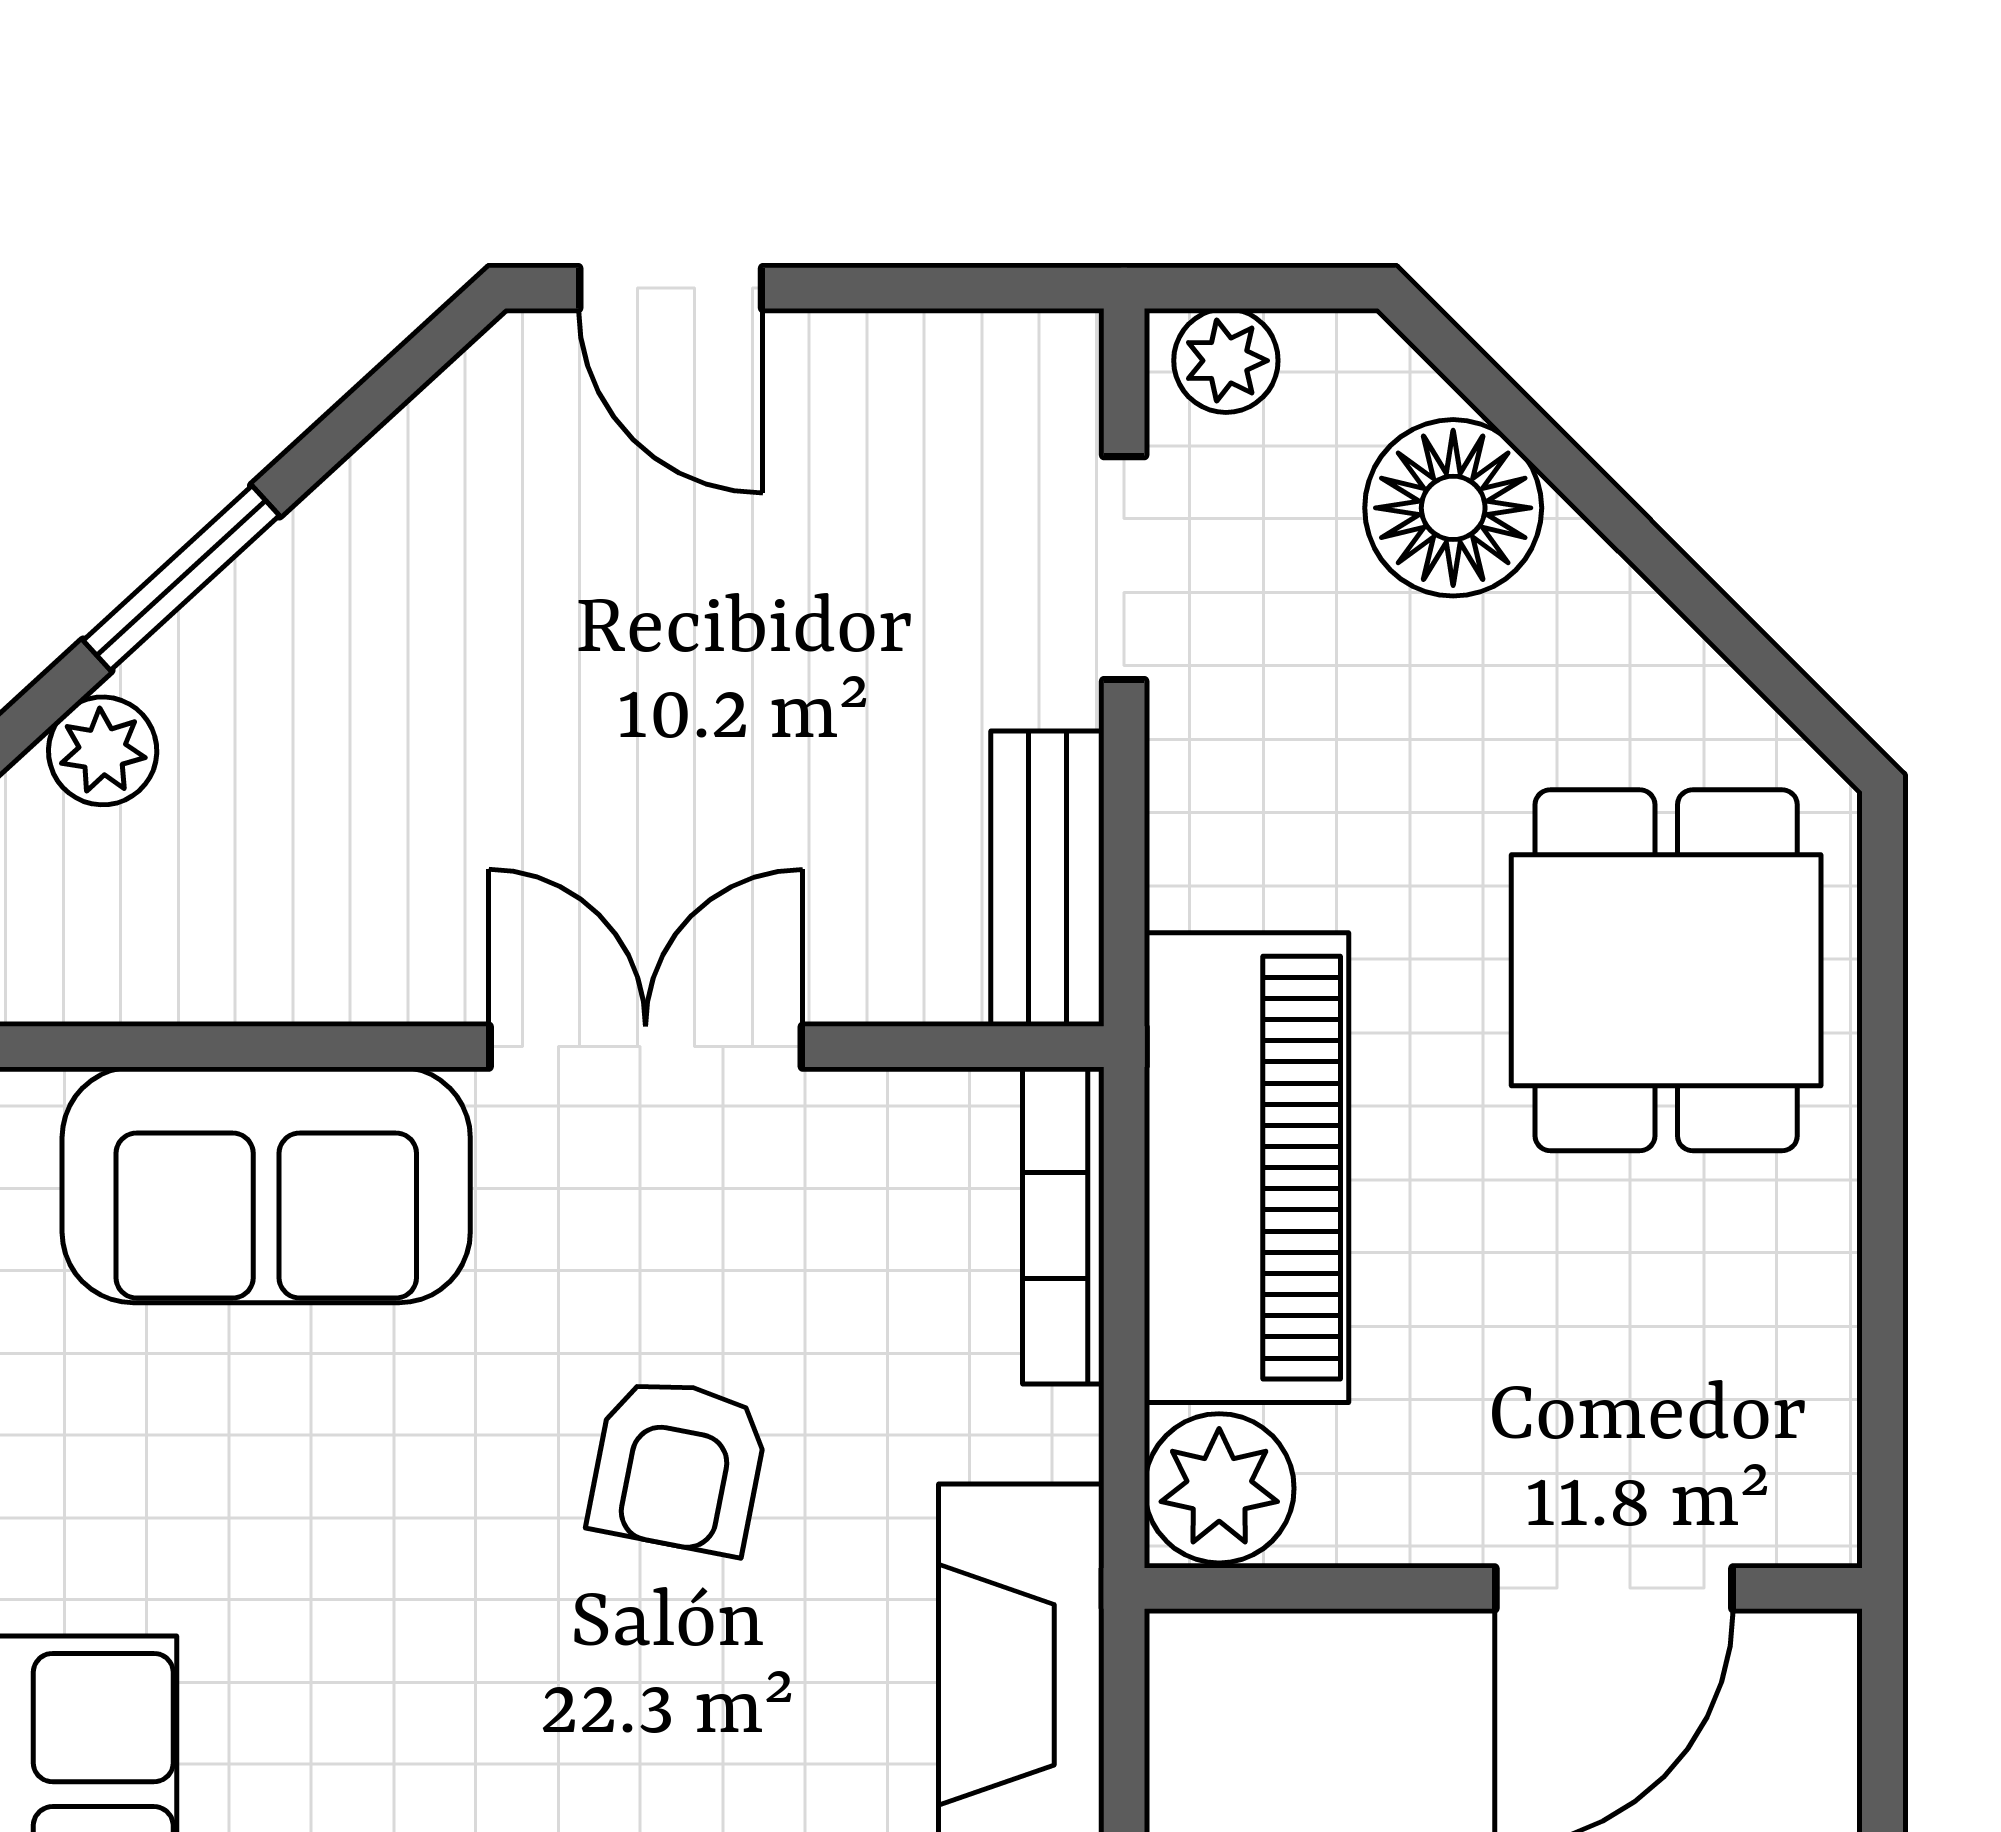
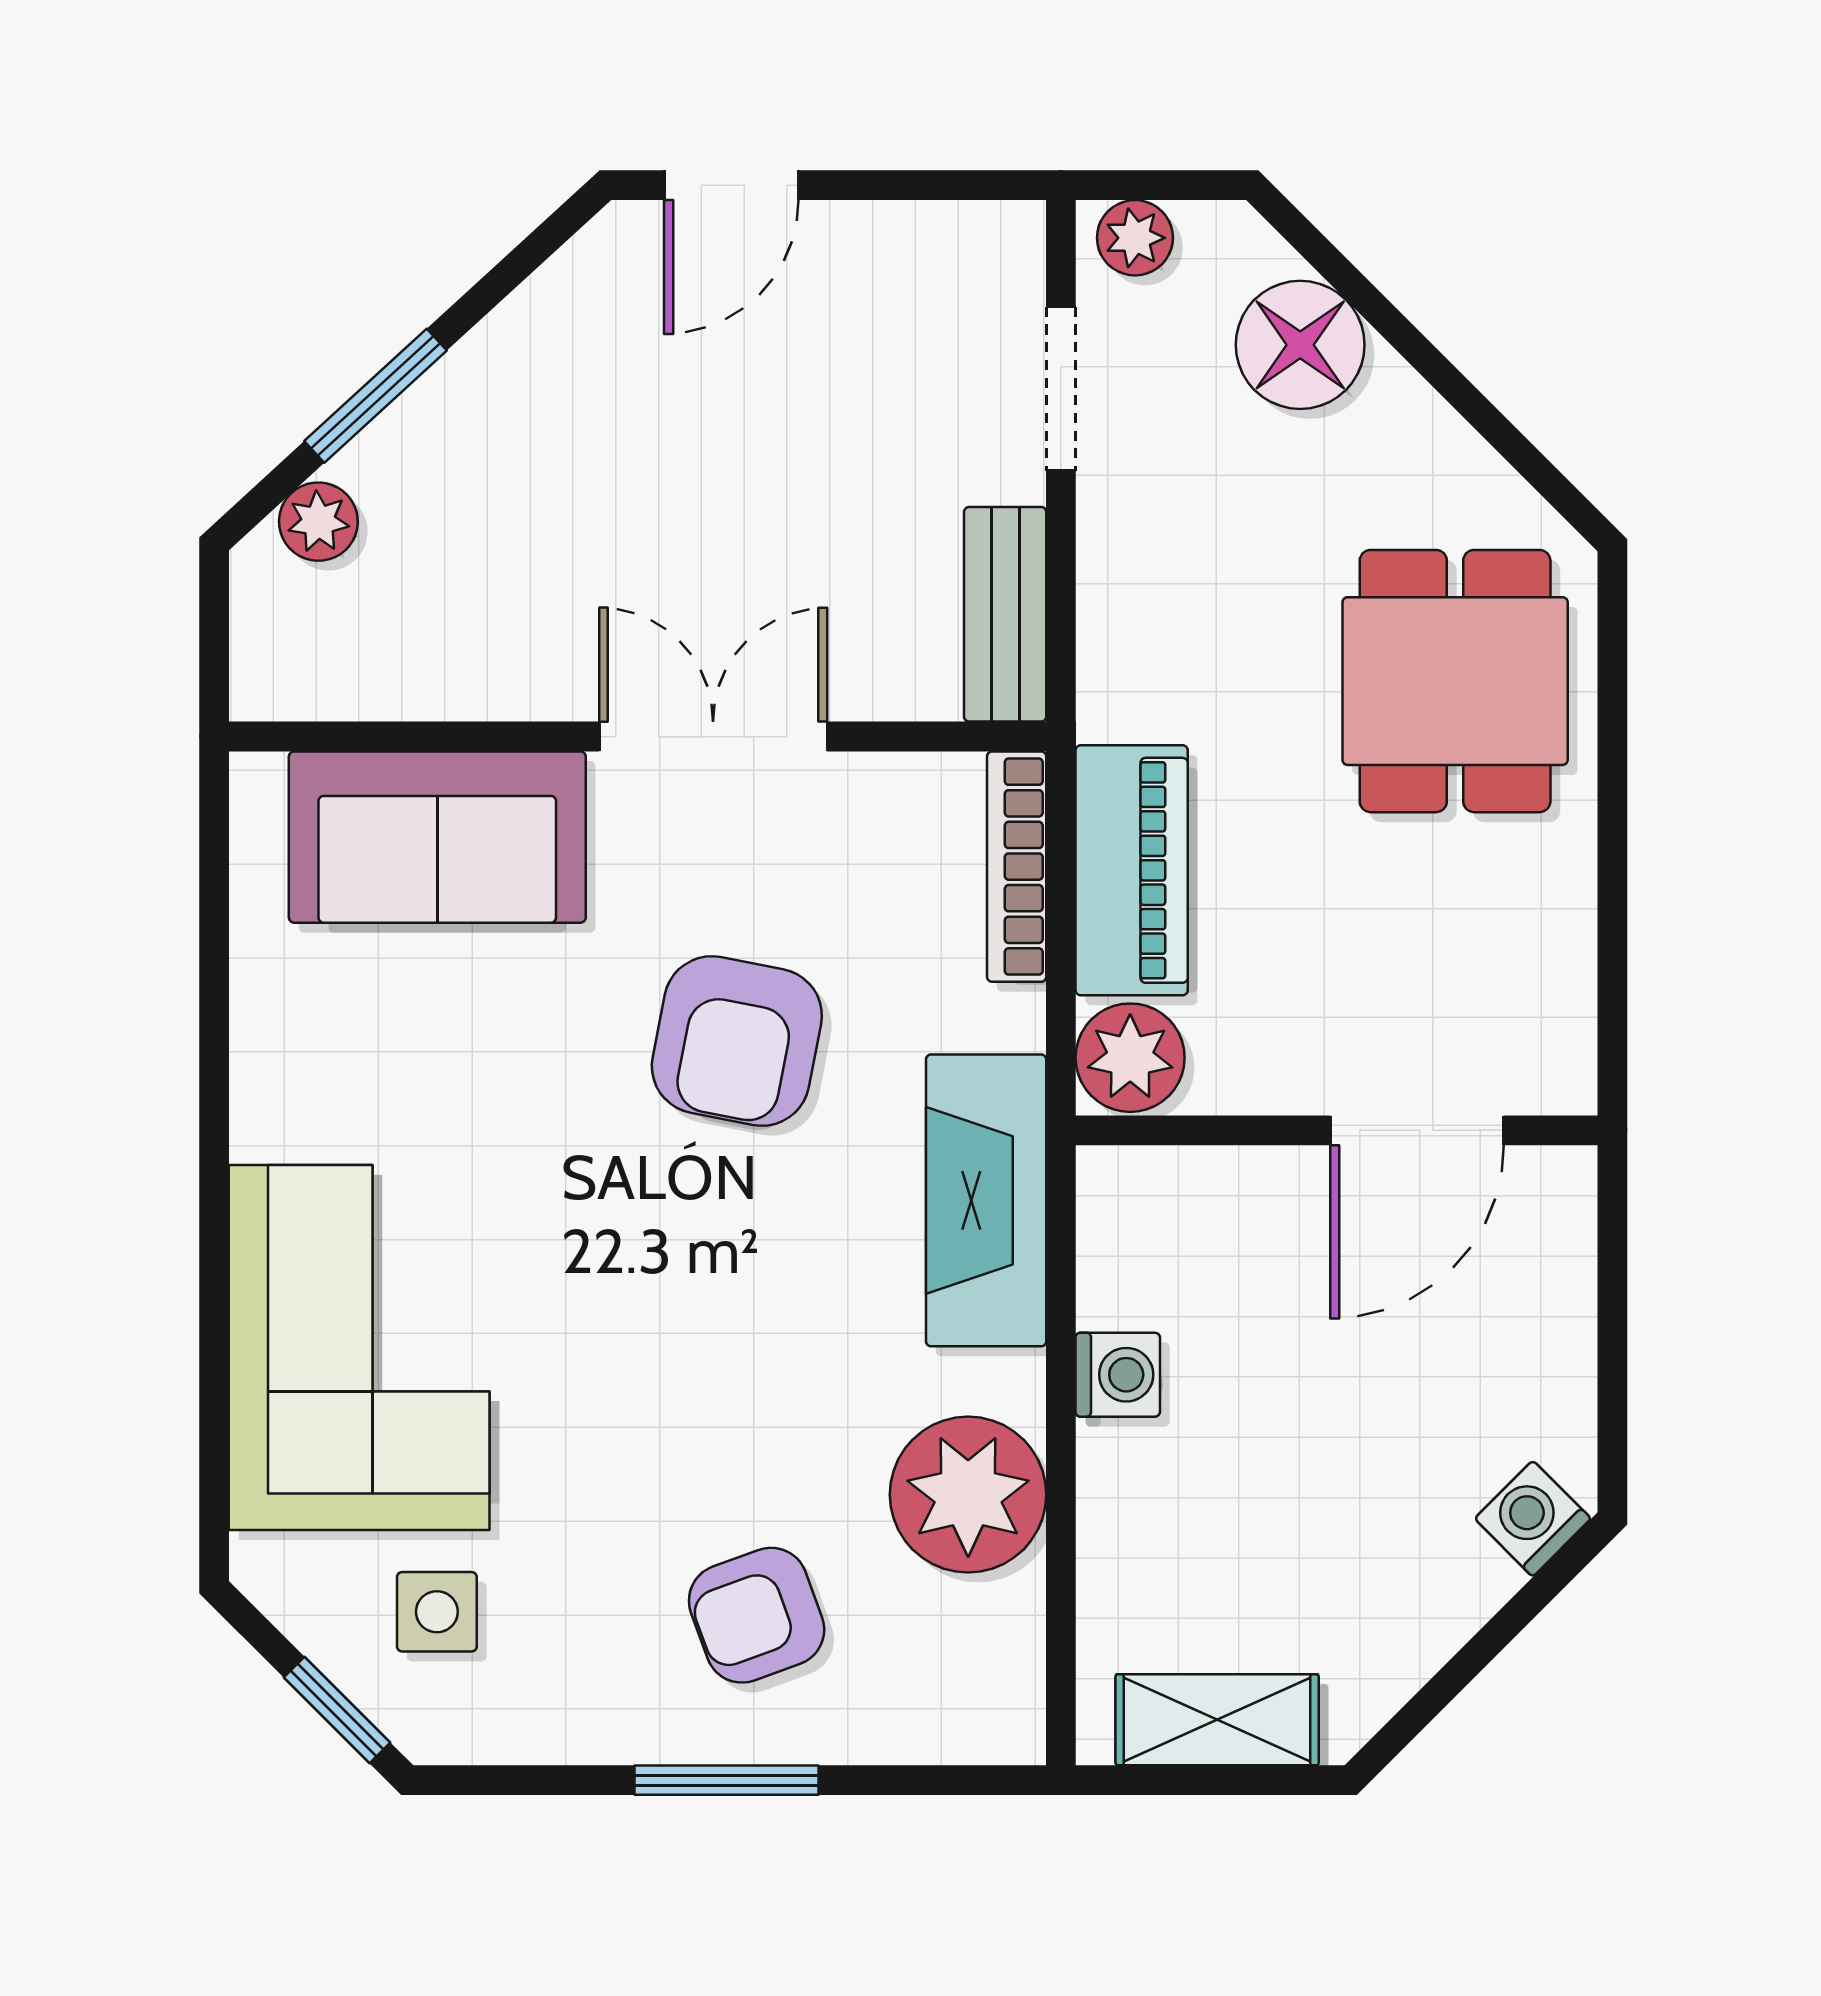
door: (671, 288) -> (731, 185), hinge flipped
piano: (1247, 1168) -> (1132, 870), width x0.73, depth x0.75
armchair: (678, 1465) -> (737, 1041), width x1.38, depth x1.38

